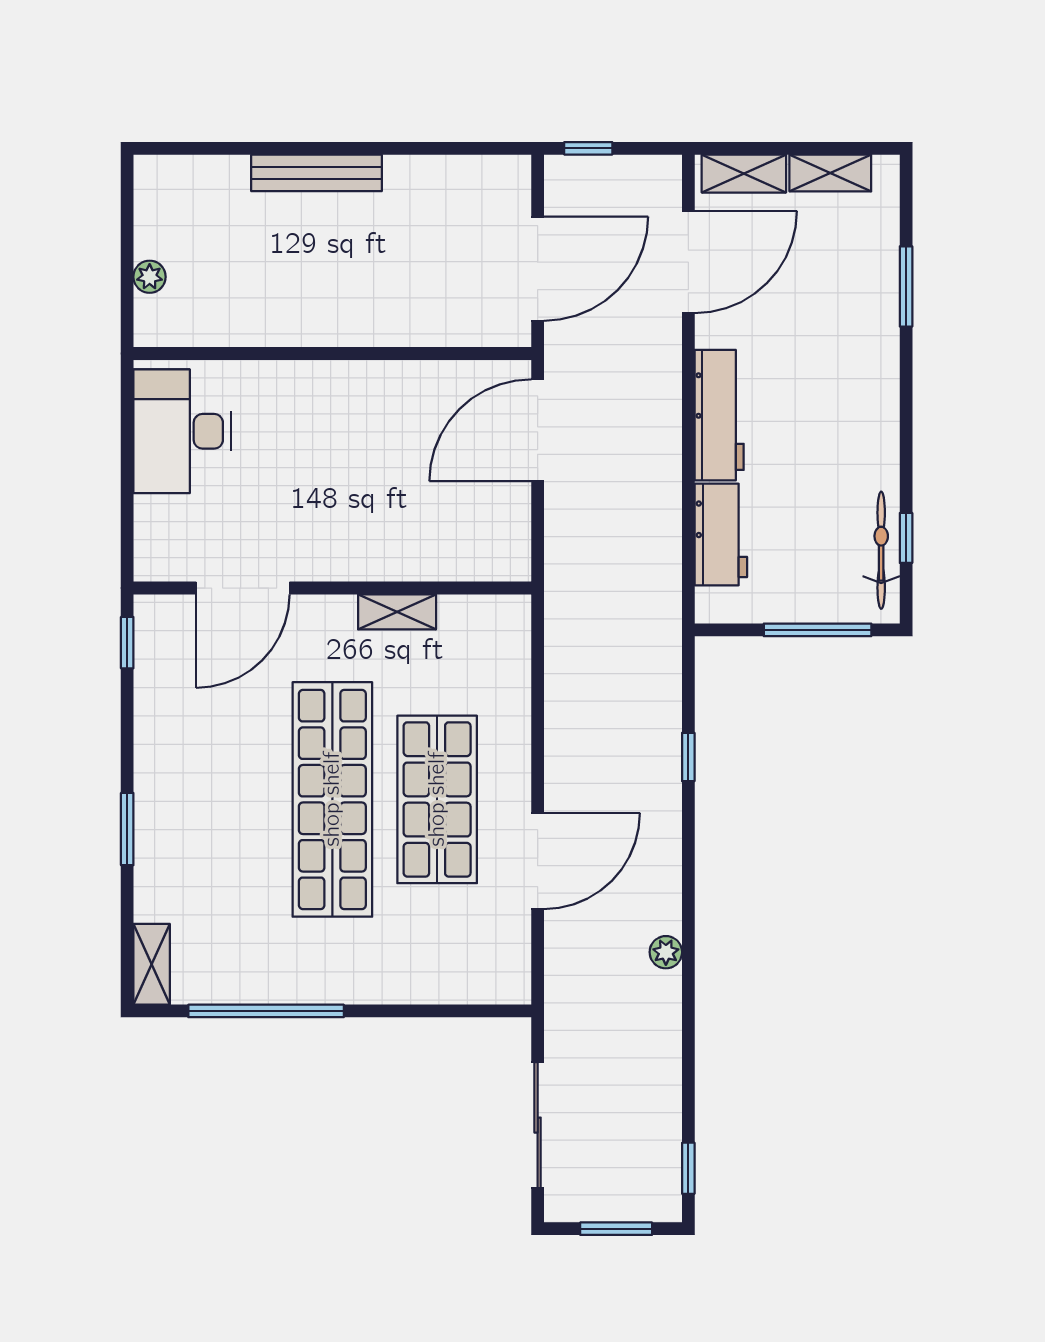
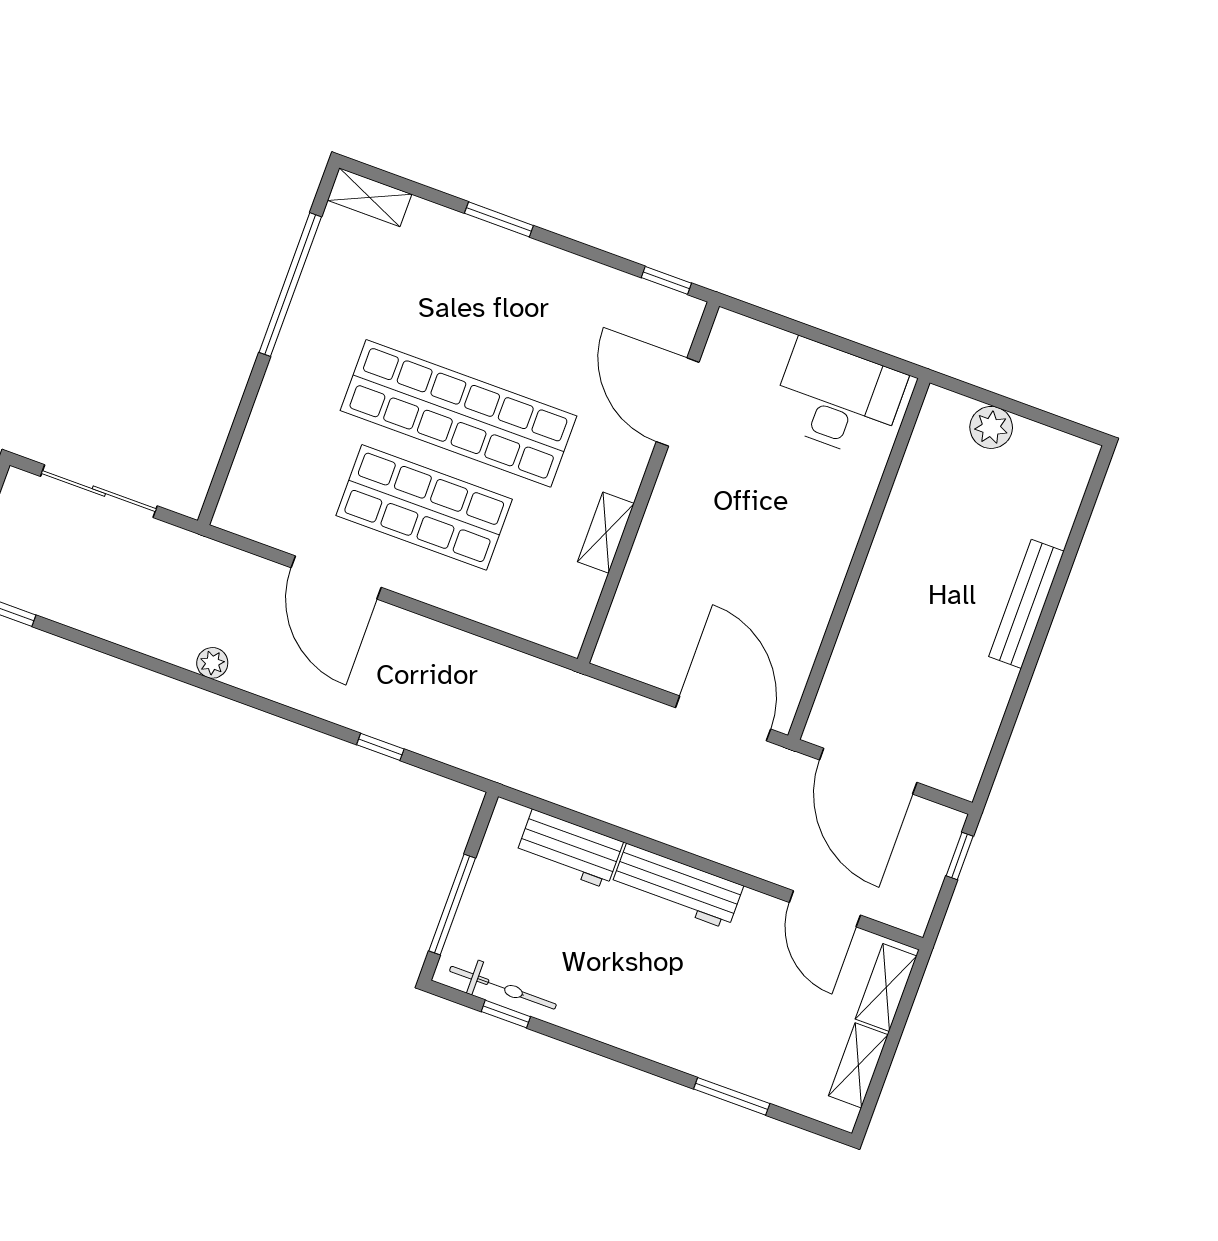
door: (688, 262) -> (825, 909), width x0.73
plant: (150, 277) -> (991, 427), width x1.38, depth x1.38

